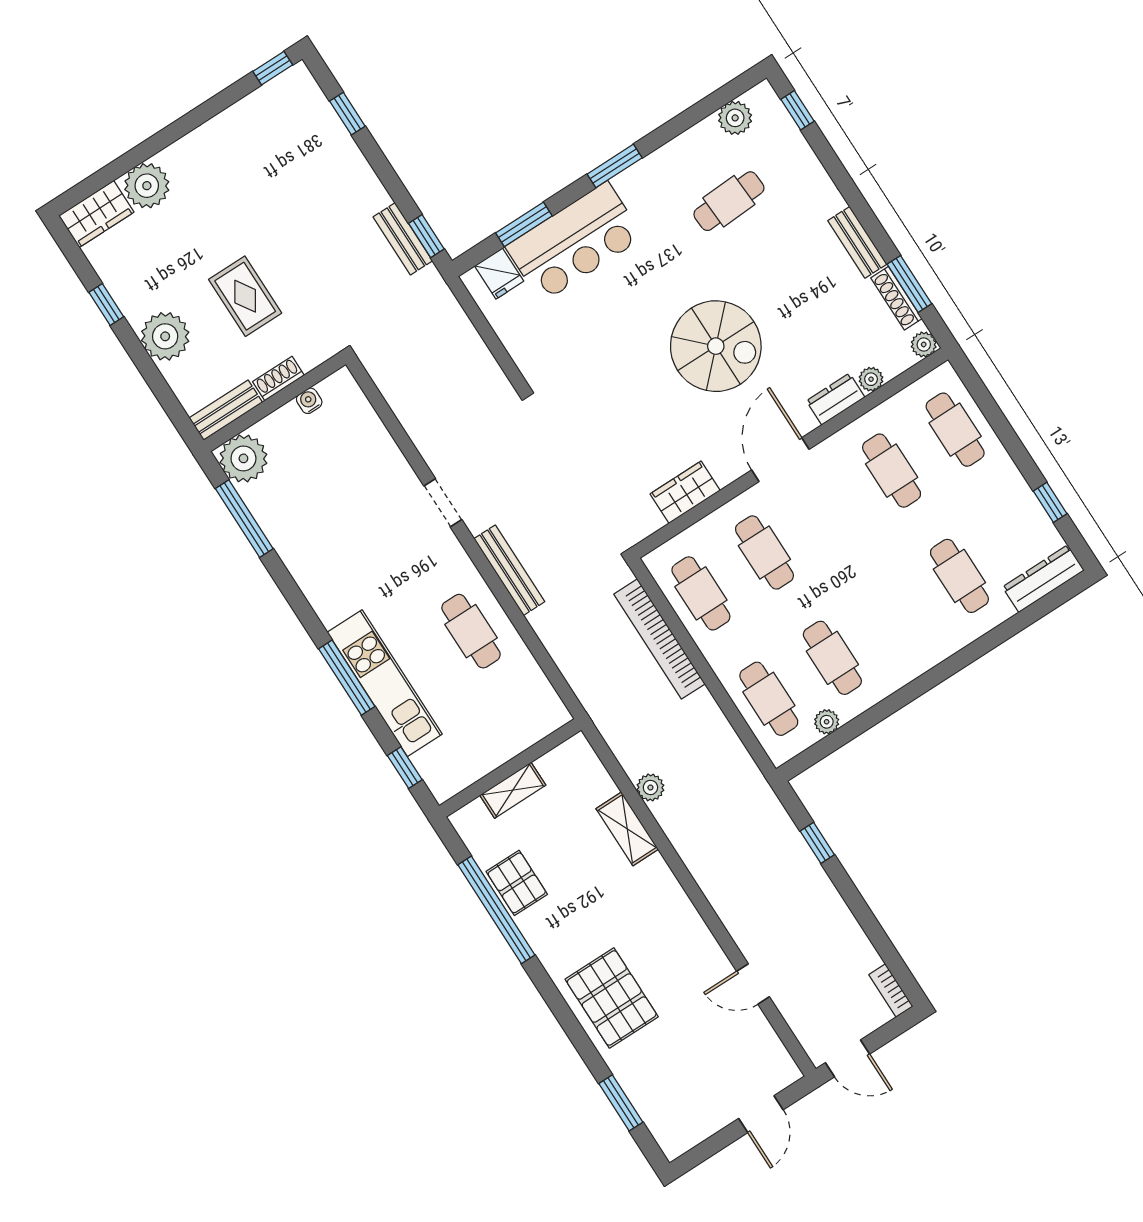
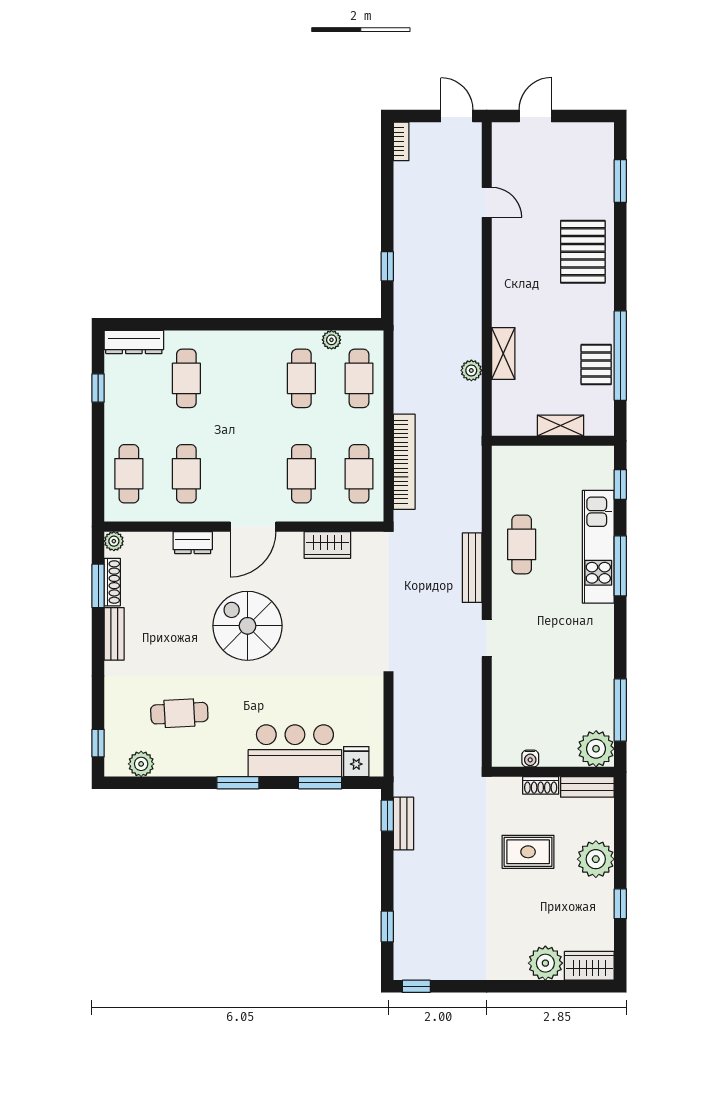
rug: (245, 296) -> (528, 852), turned 90
plant: (871, 379) -> (162, 541), removed

